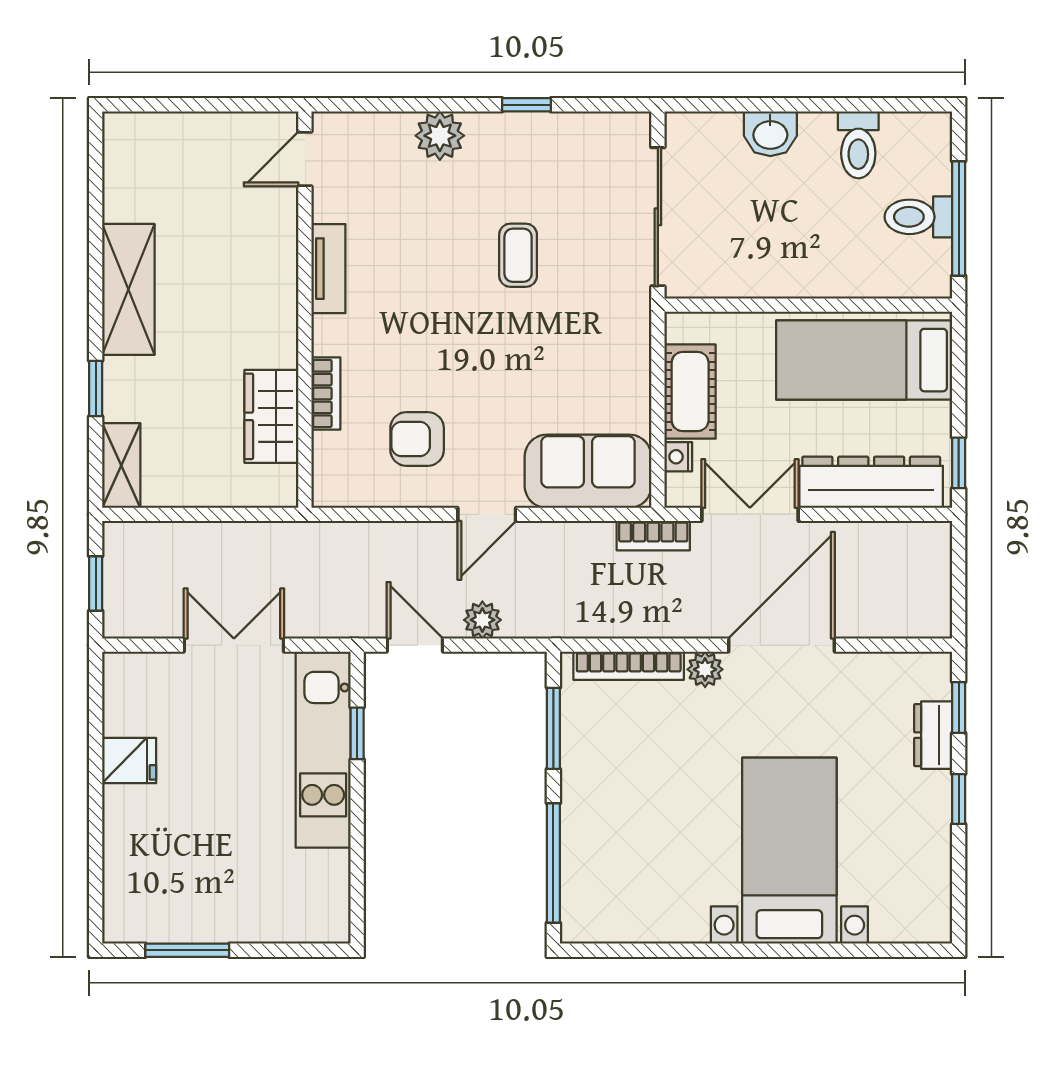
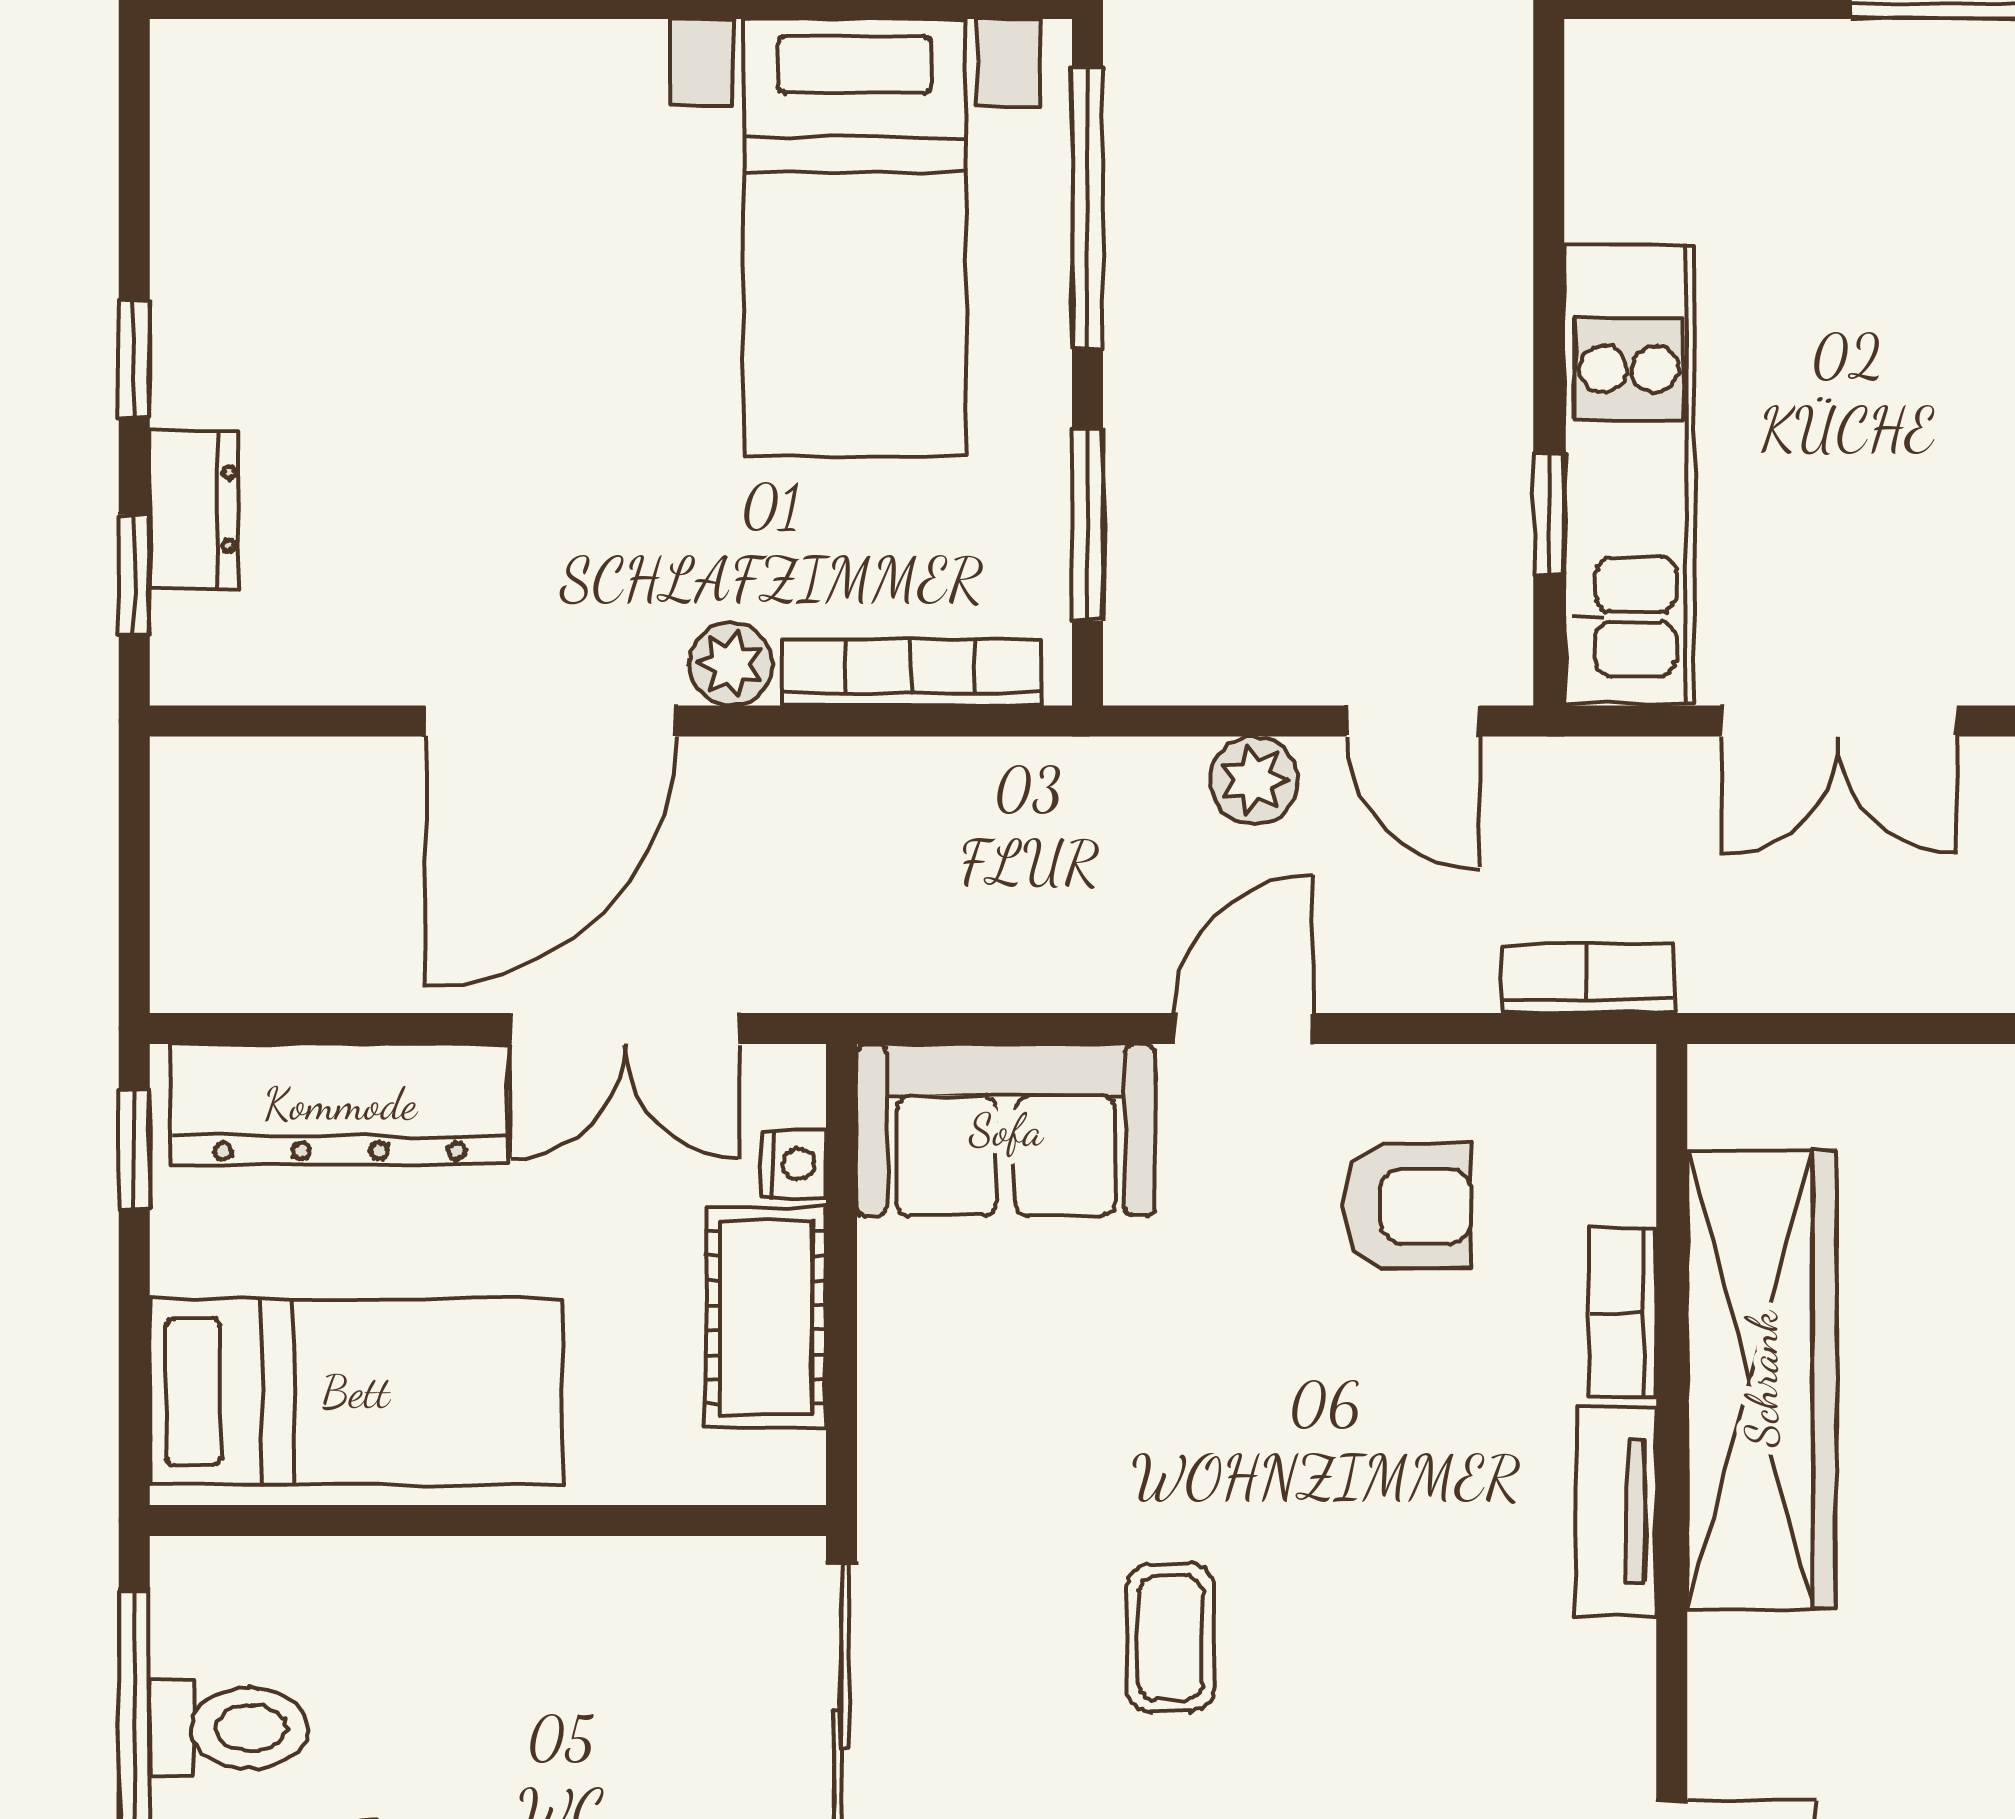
tv unit: (328, 269) -> (1616, 1511), moved
wardrobe: (271, 416) -> (1762, 1379), width x2.10, depth x1.17
bookcase: (653, 536) -> (1588, 979), moved
bed with nightstands: (789, 851) -> (855, 238), moved

